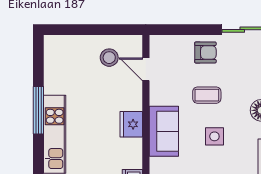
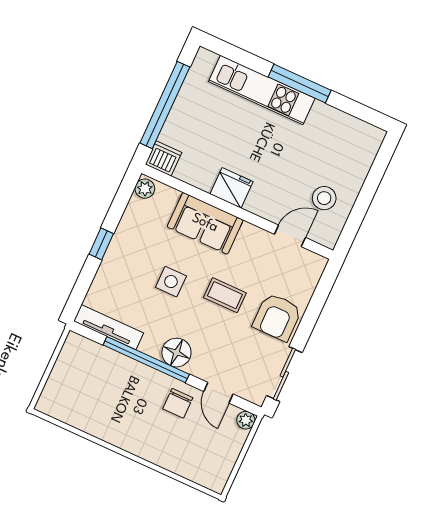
armchair: (205, 52) -> (277, 317), width x1.38, depth x1.38
coffee table: (207, 95) -> (225, 295), turned 90

